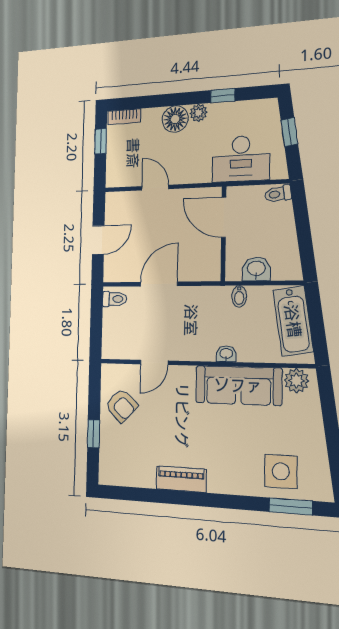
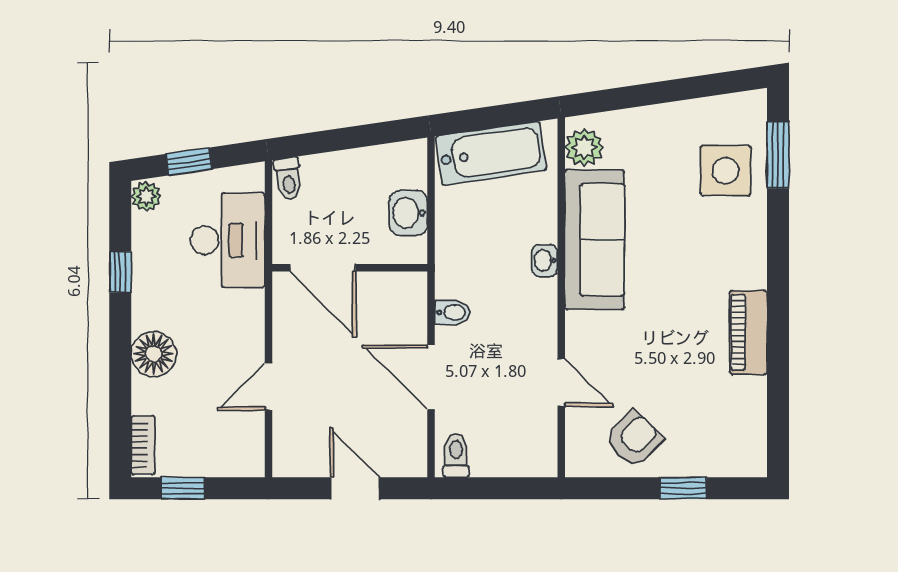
plant: (198, 113) -> (146, 196), moved
door: (224, 217) -> (323, 268), hinge flipped
bidet: (239, 296) -> (452, 312), moved

